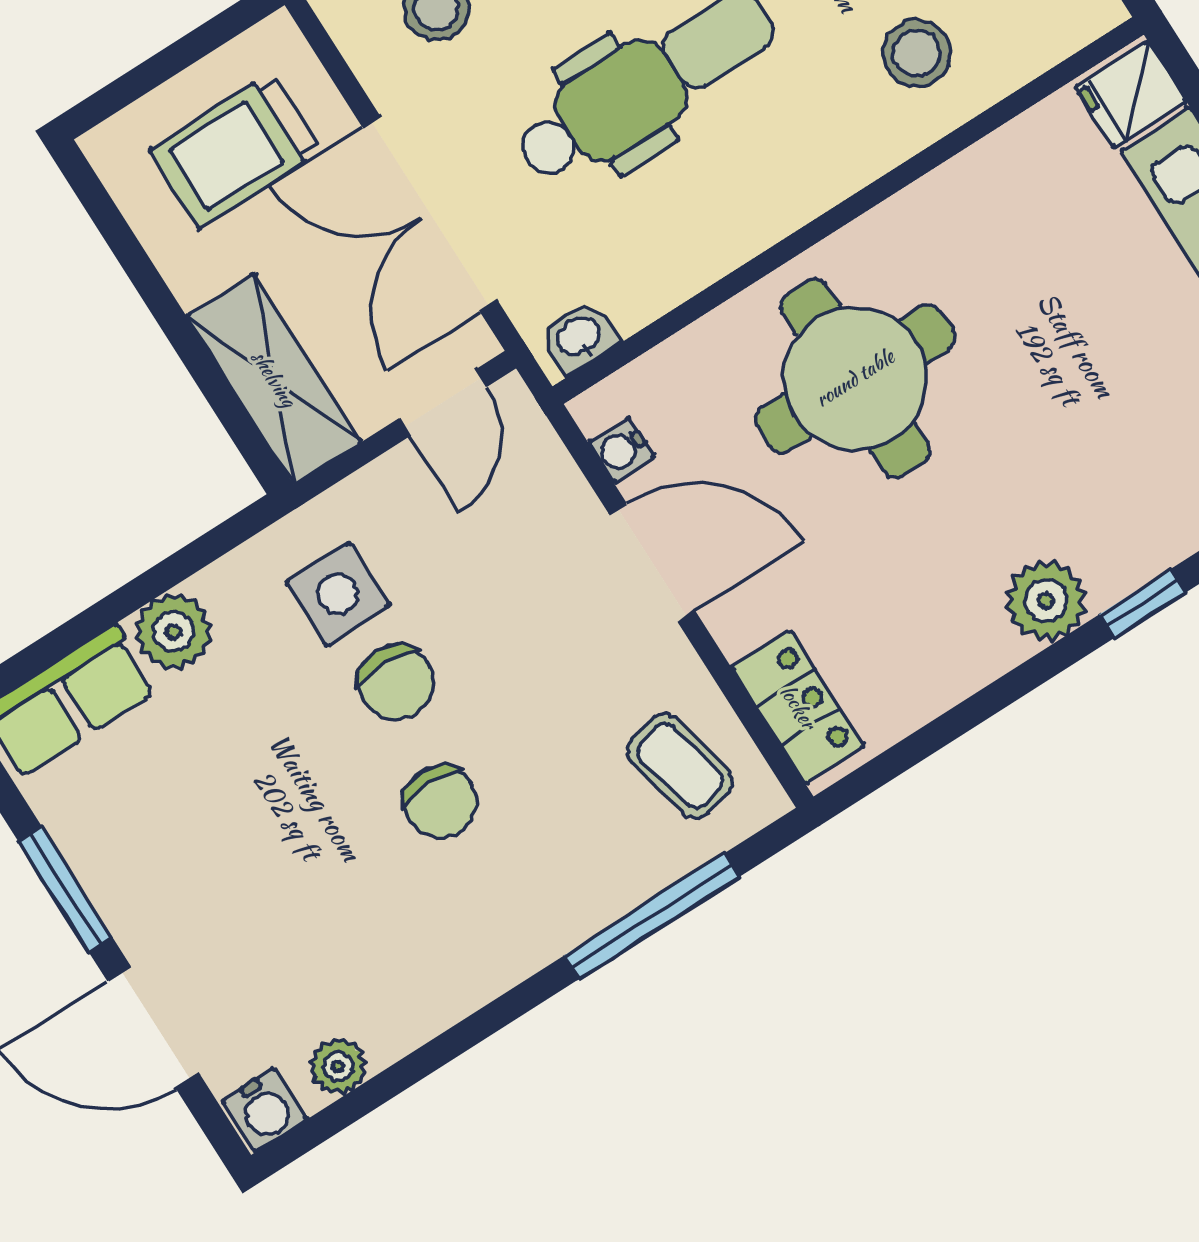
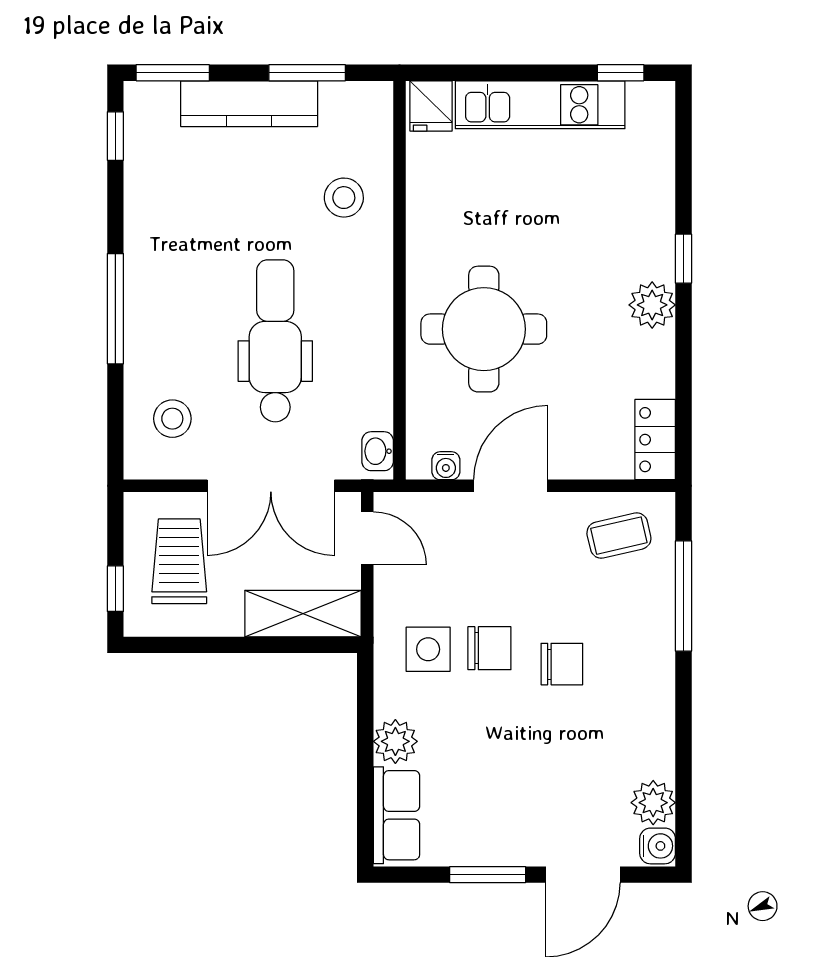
window: (136, 83) -> (115, 589), added
trolley: (235, 150) -> (179, 561), turned 180
locker: (798, 707) -> (655, 440), moved, turned -90
plant: (338, 1067) -> (653, 803), width x1.38, depth x1.38

